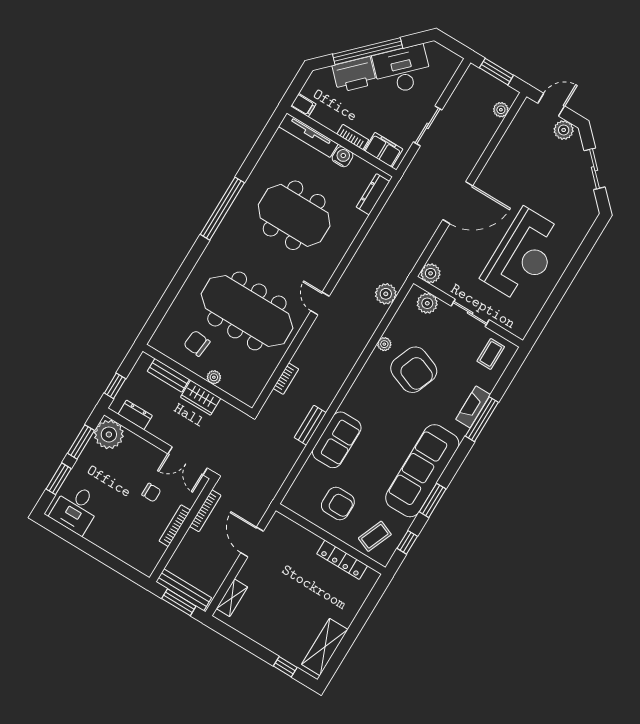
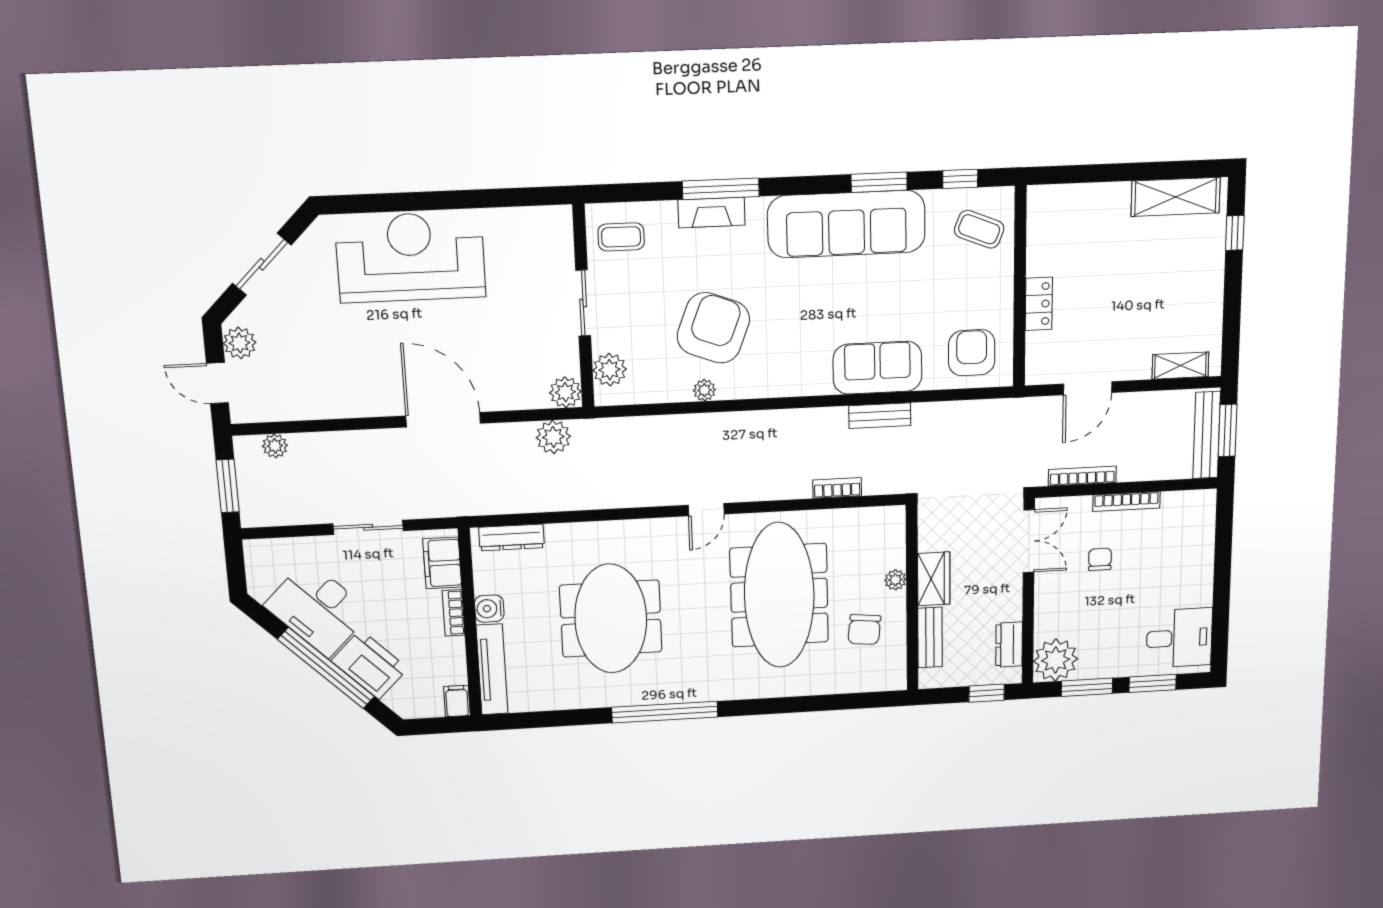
reception desk: (523, 255) -> (410, 257), moved
plant: (386, 294) -> (553, 437), moved
armchair: (338, 504) -> (972, 353), moved
locker: (342, 560) -> (1039, 304), moved, width x0.66

